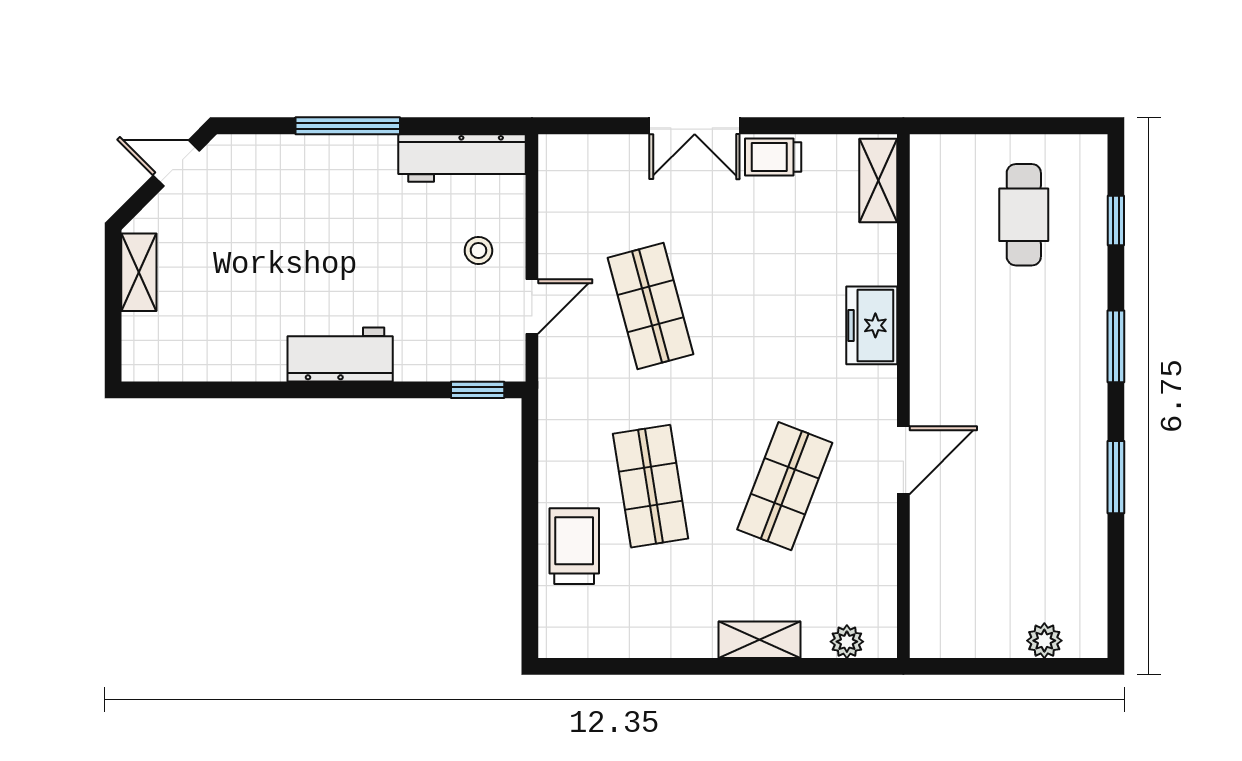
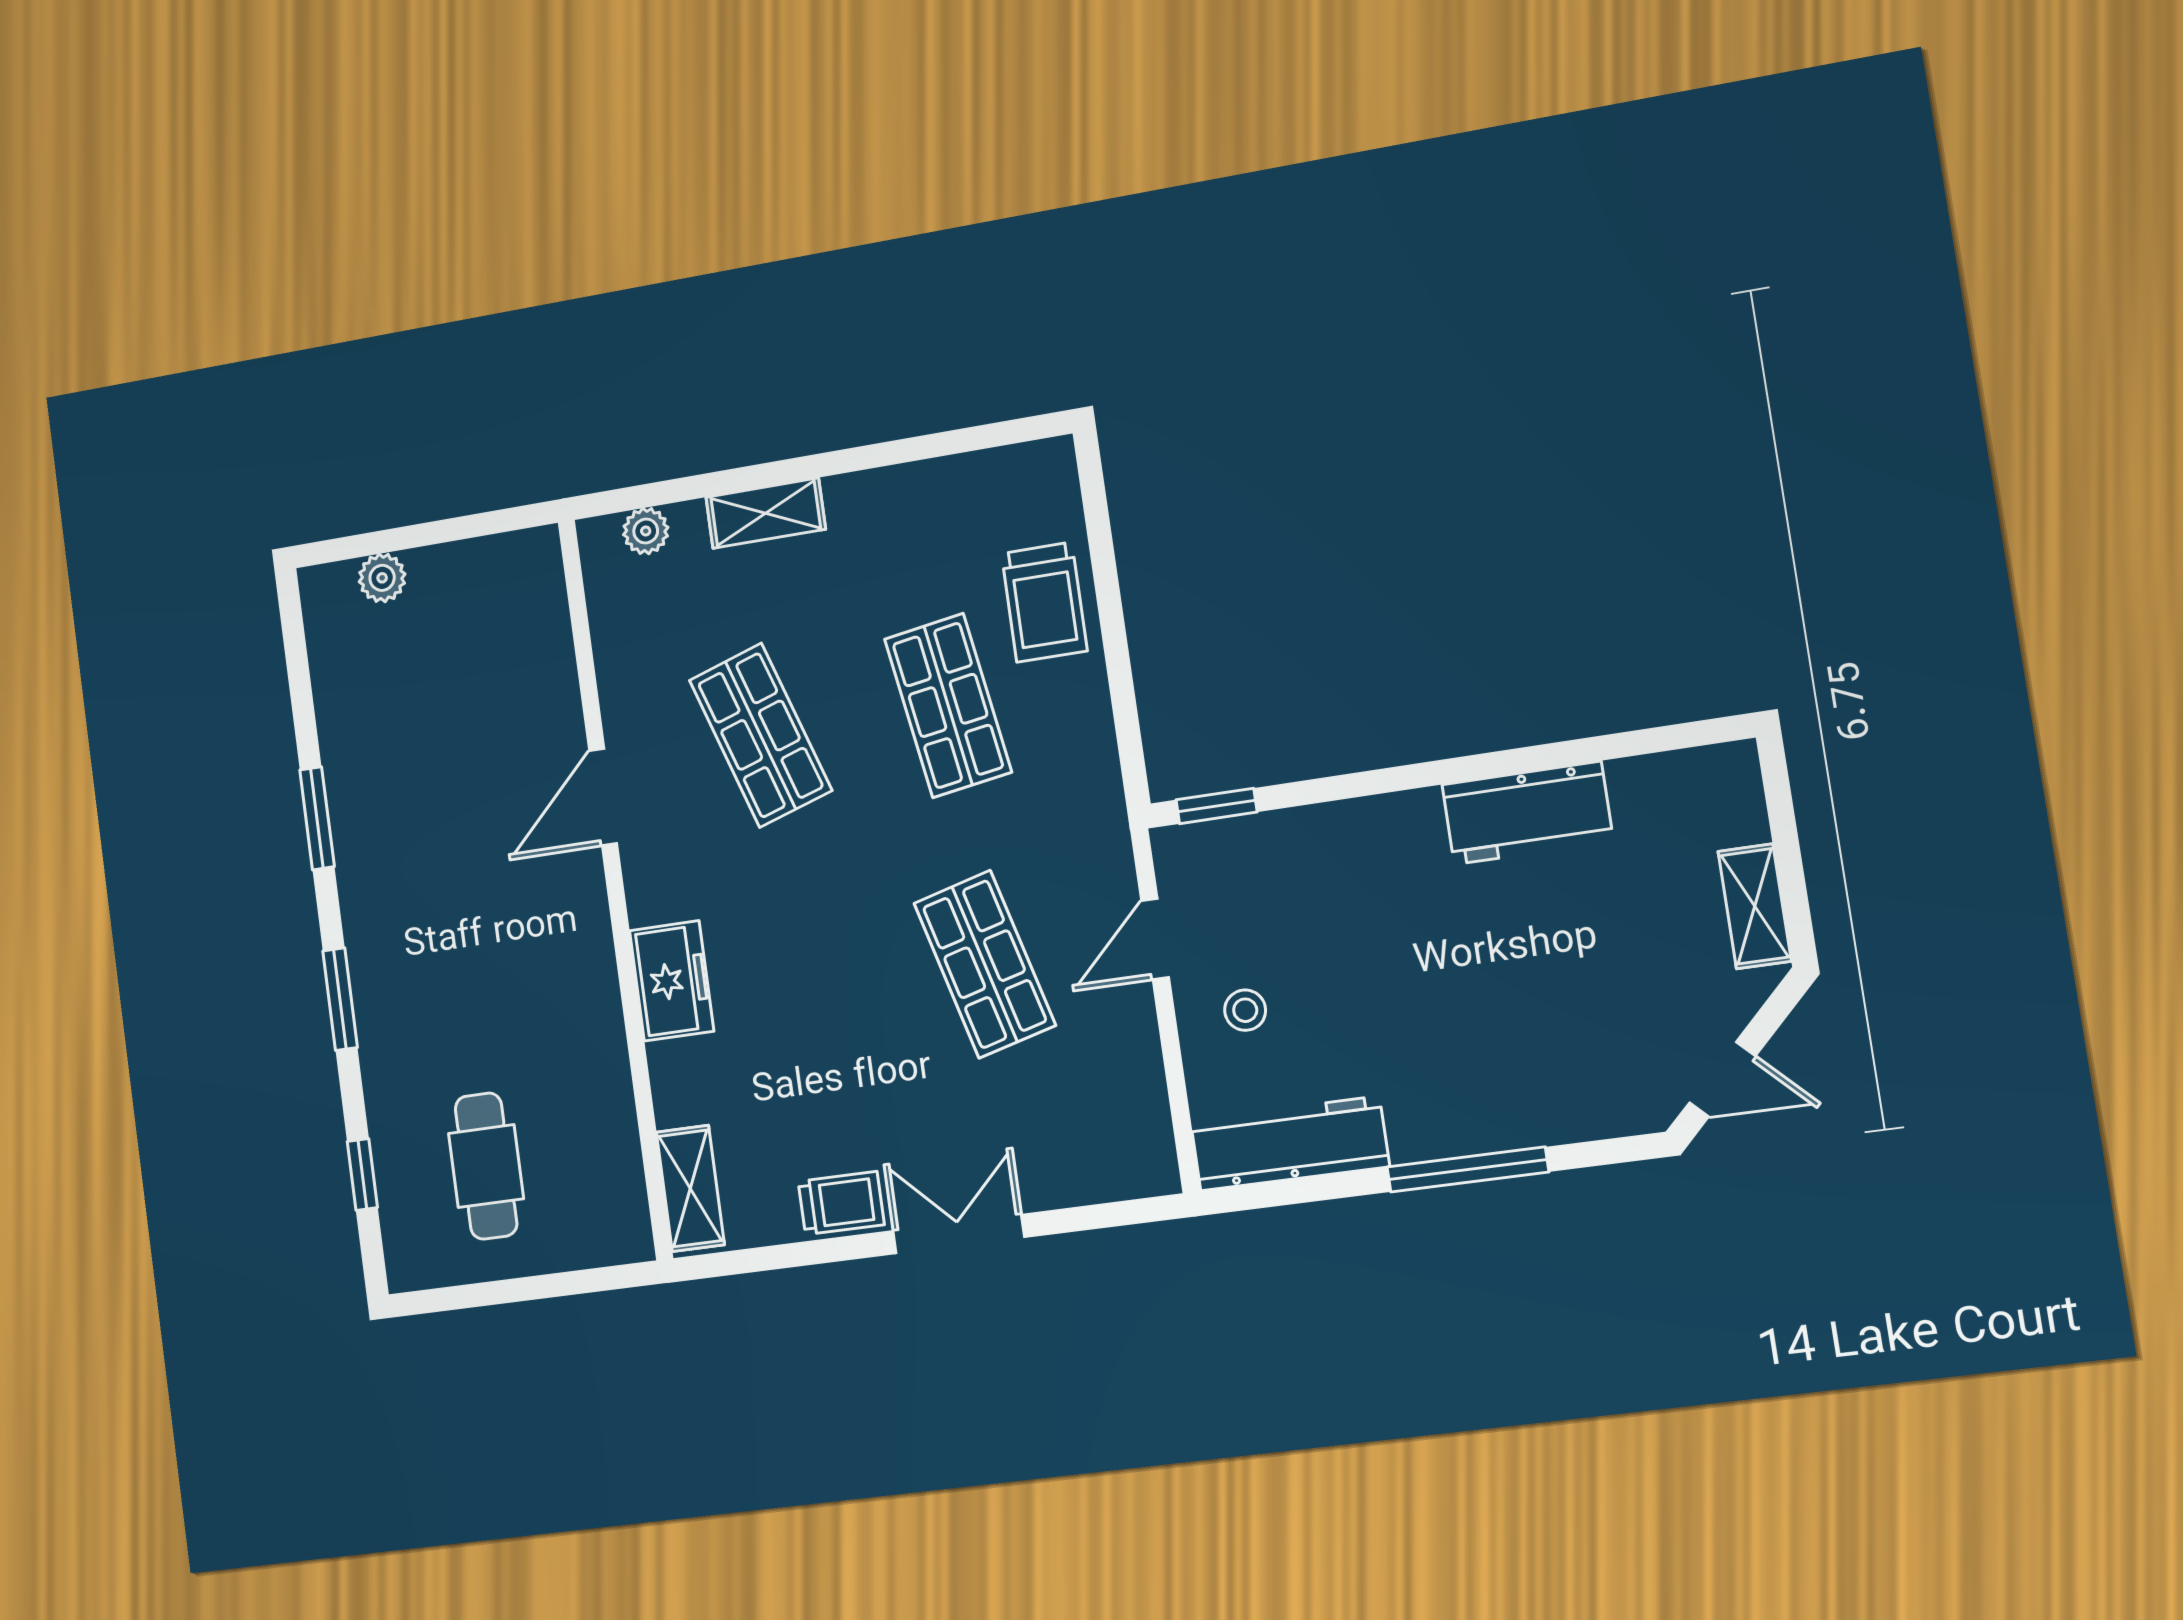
workbench: (340, 354) -> (1527, 813), moved
shop shelf: (785, 486) -> (760, 735), turned -39

